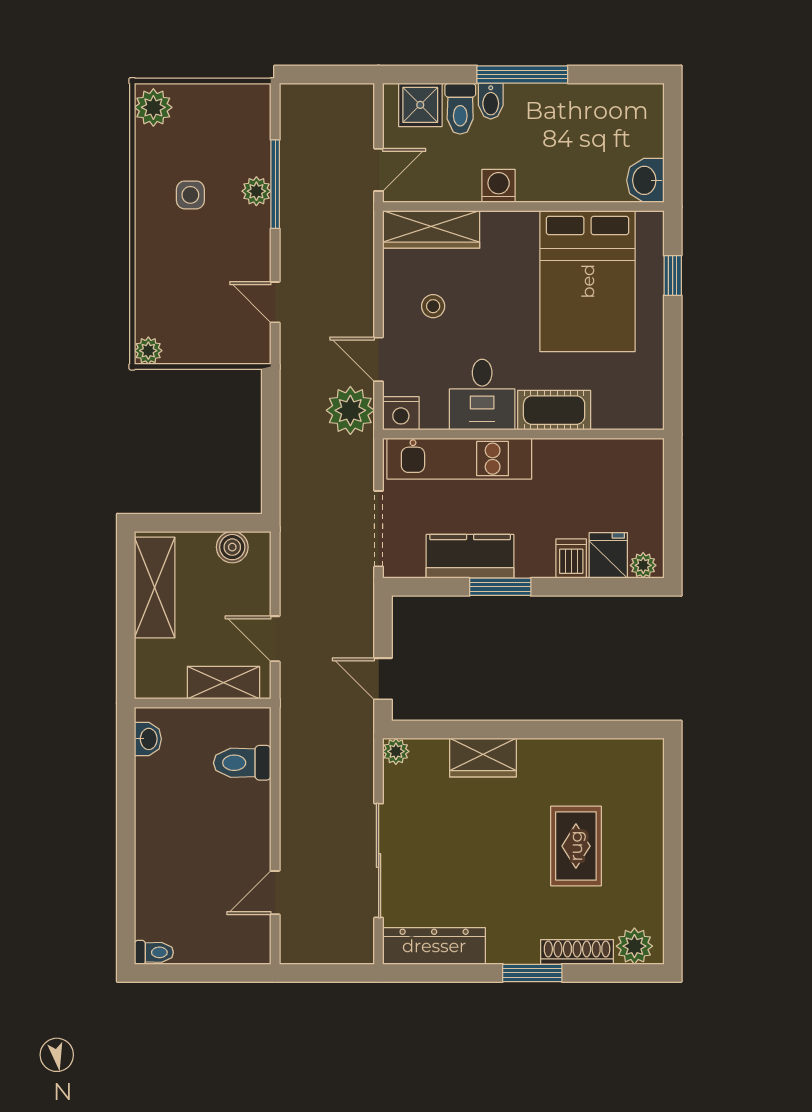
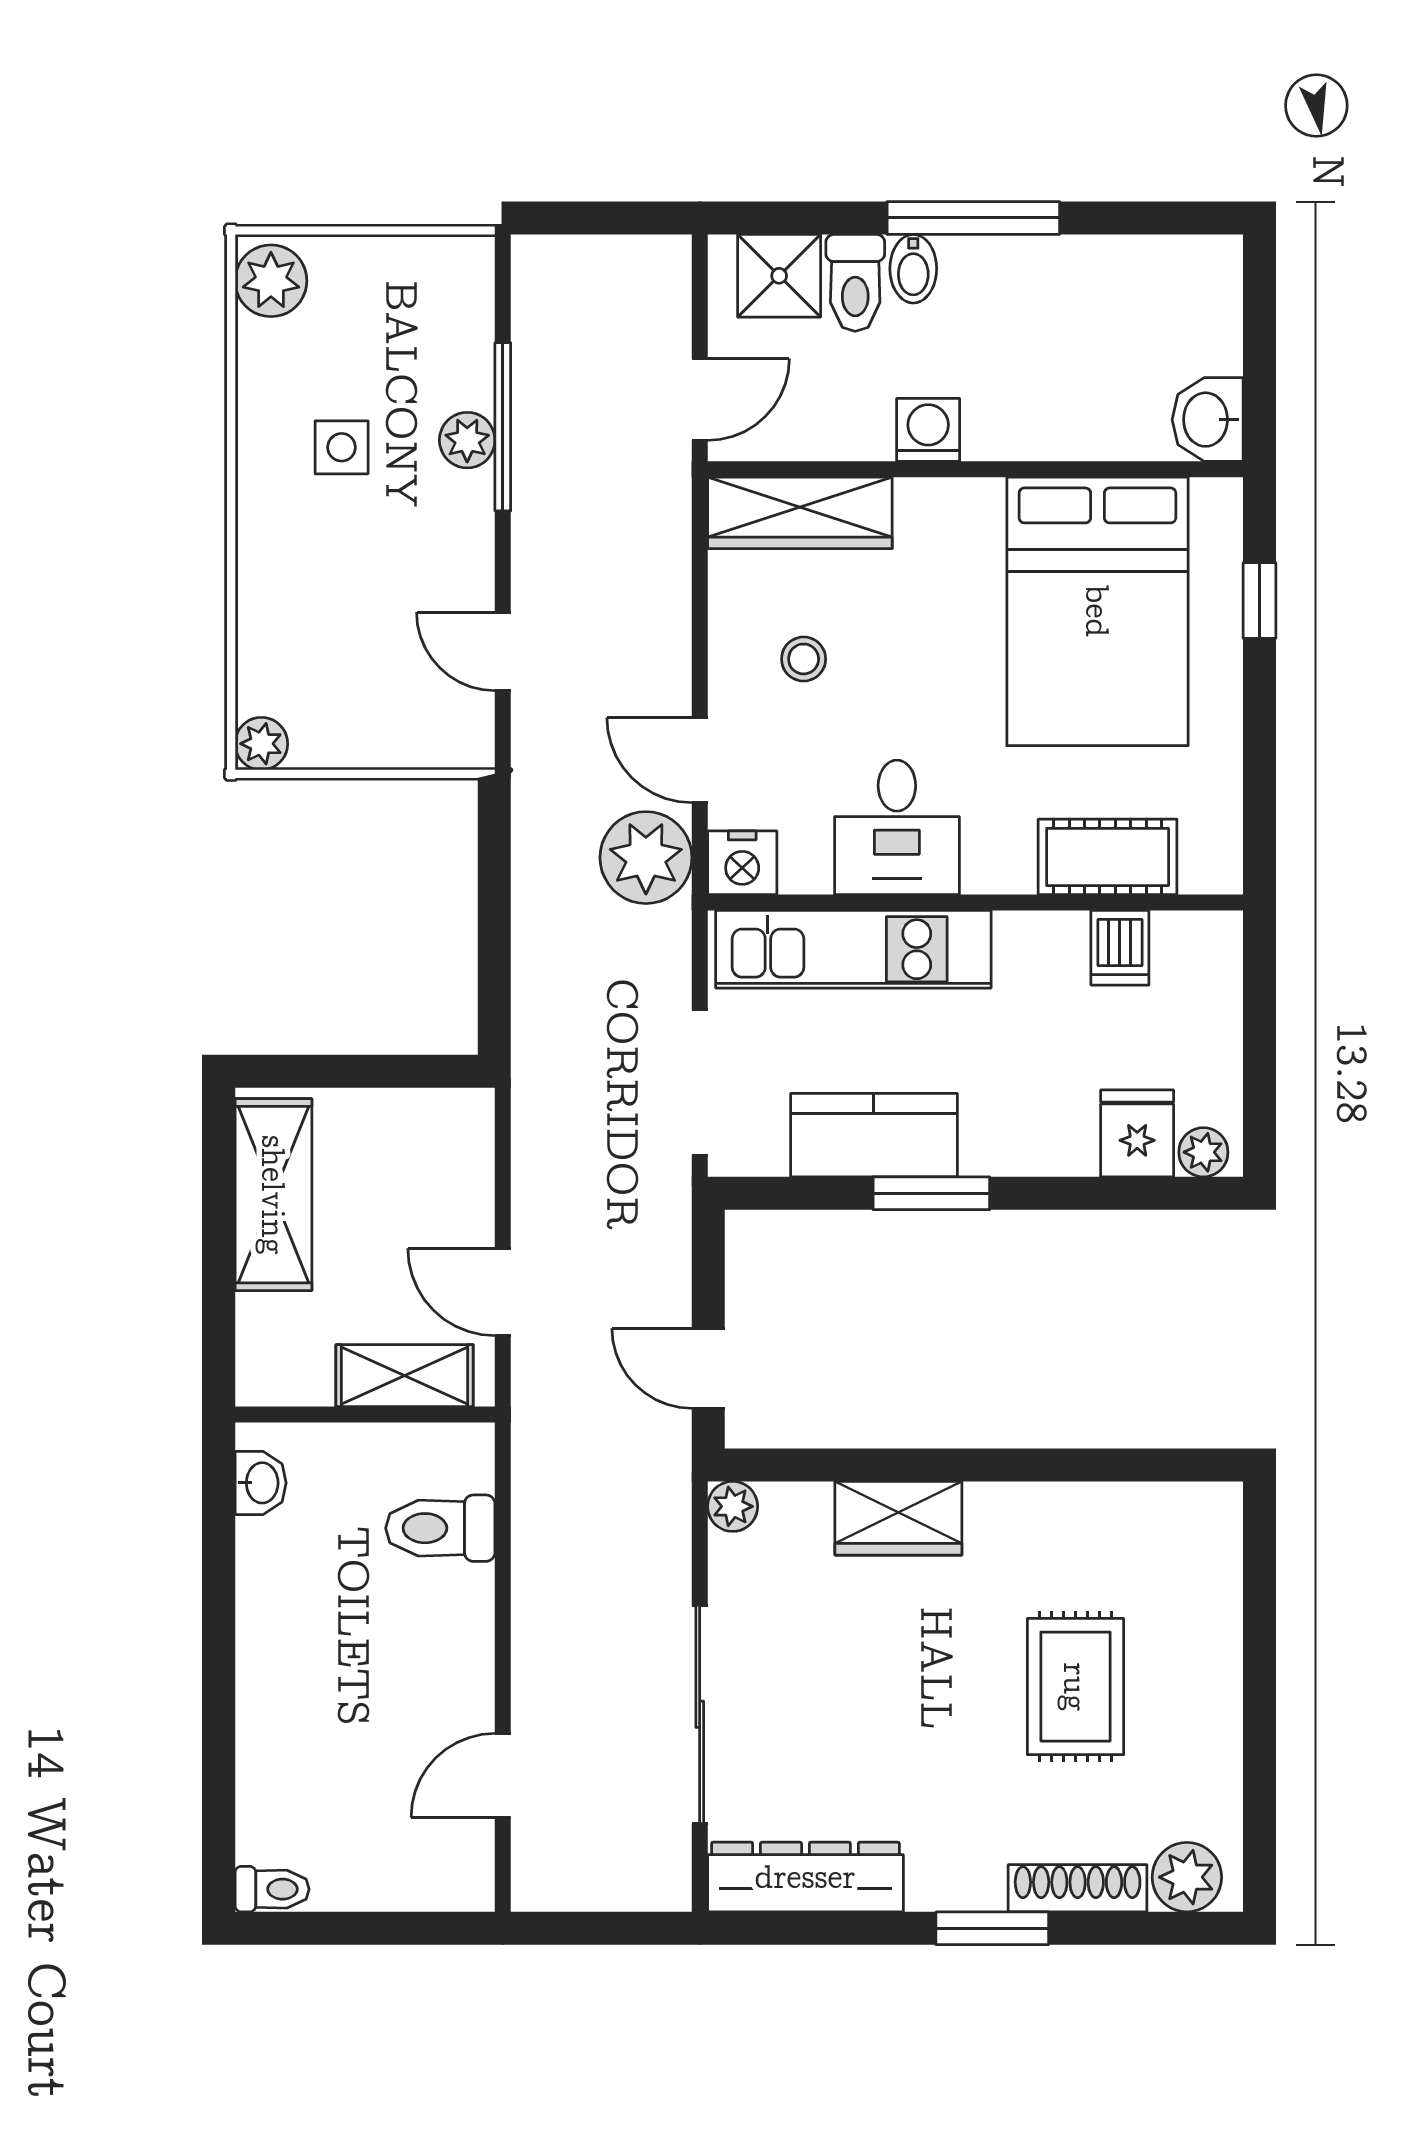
cot: (554, 410) -> (1108, 857), moved
boiler: (232, 547) -> (421, 1118), removed
dishwasher: (571, 559) -> (1120, 948), moved, turned 180

